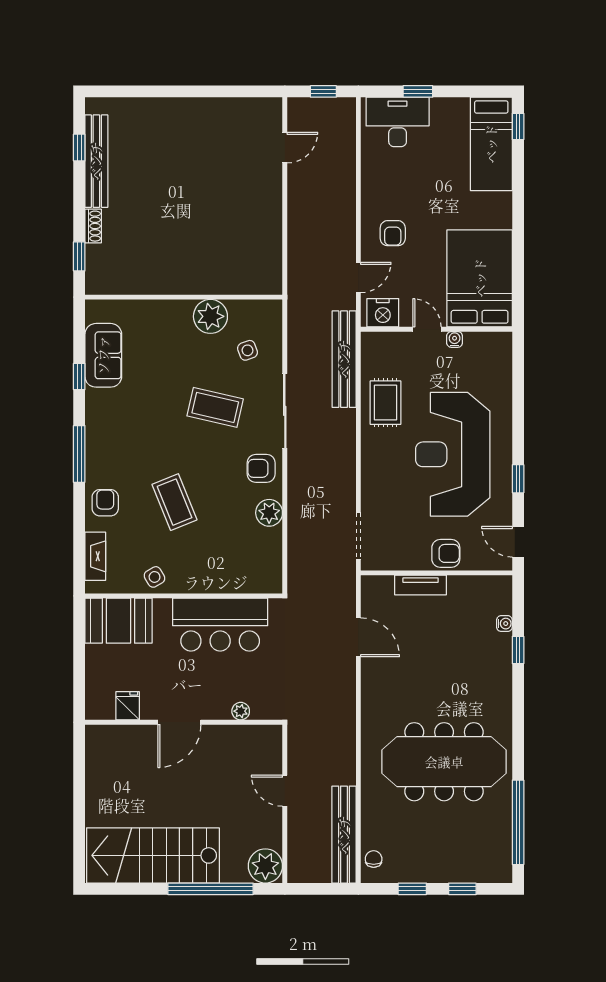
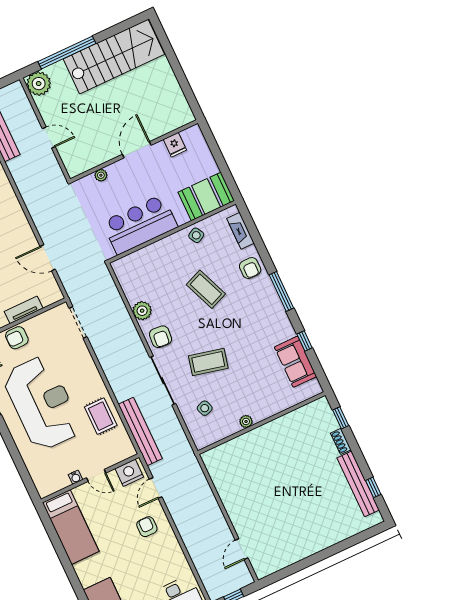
bed: (480, 278) -> (71, 527), width x0.67
plant: (210, 316) -> (246, 421), width x0.53, depth x0.53
armchair: (261, 468) -> (161, 337), turned 95

